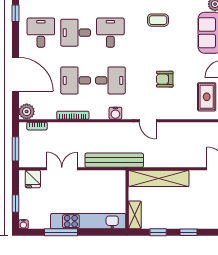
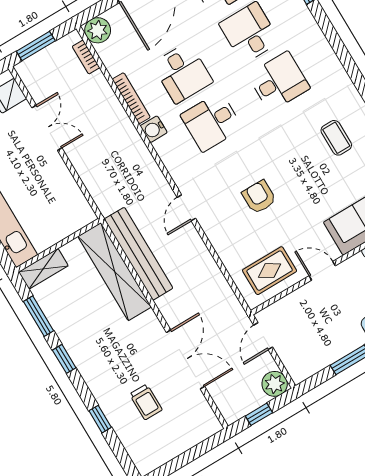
desk: (76, 80) -> (182, 73), turned 180
desk: (110, 80) -> (212, 122), turned 90
water cooler: (115, 113) -> (154, 129), moved
bench: (114, 160) -> (139, 254), moved
window: (158, 232) -> (39, 316), width x1.50

